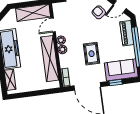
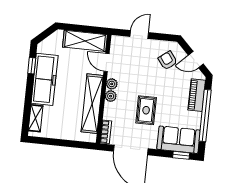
door: (53, 25) -> (106, 62), hinge flipped
window: (116, 83) -> (181, 155), moved

